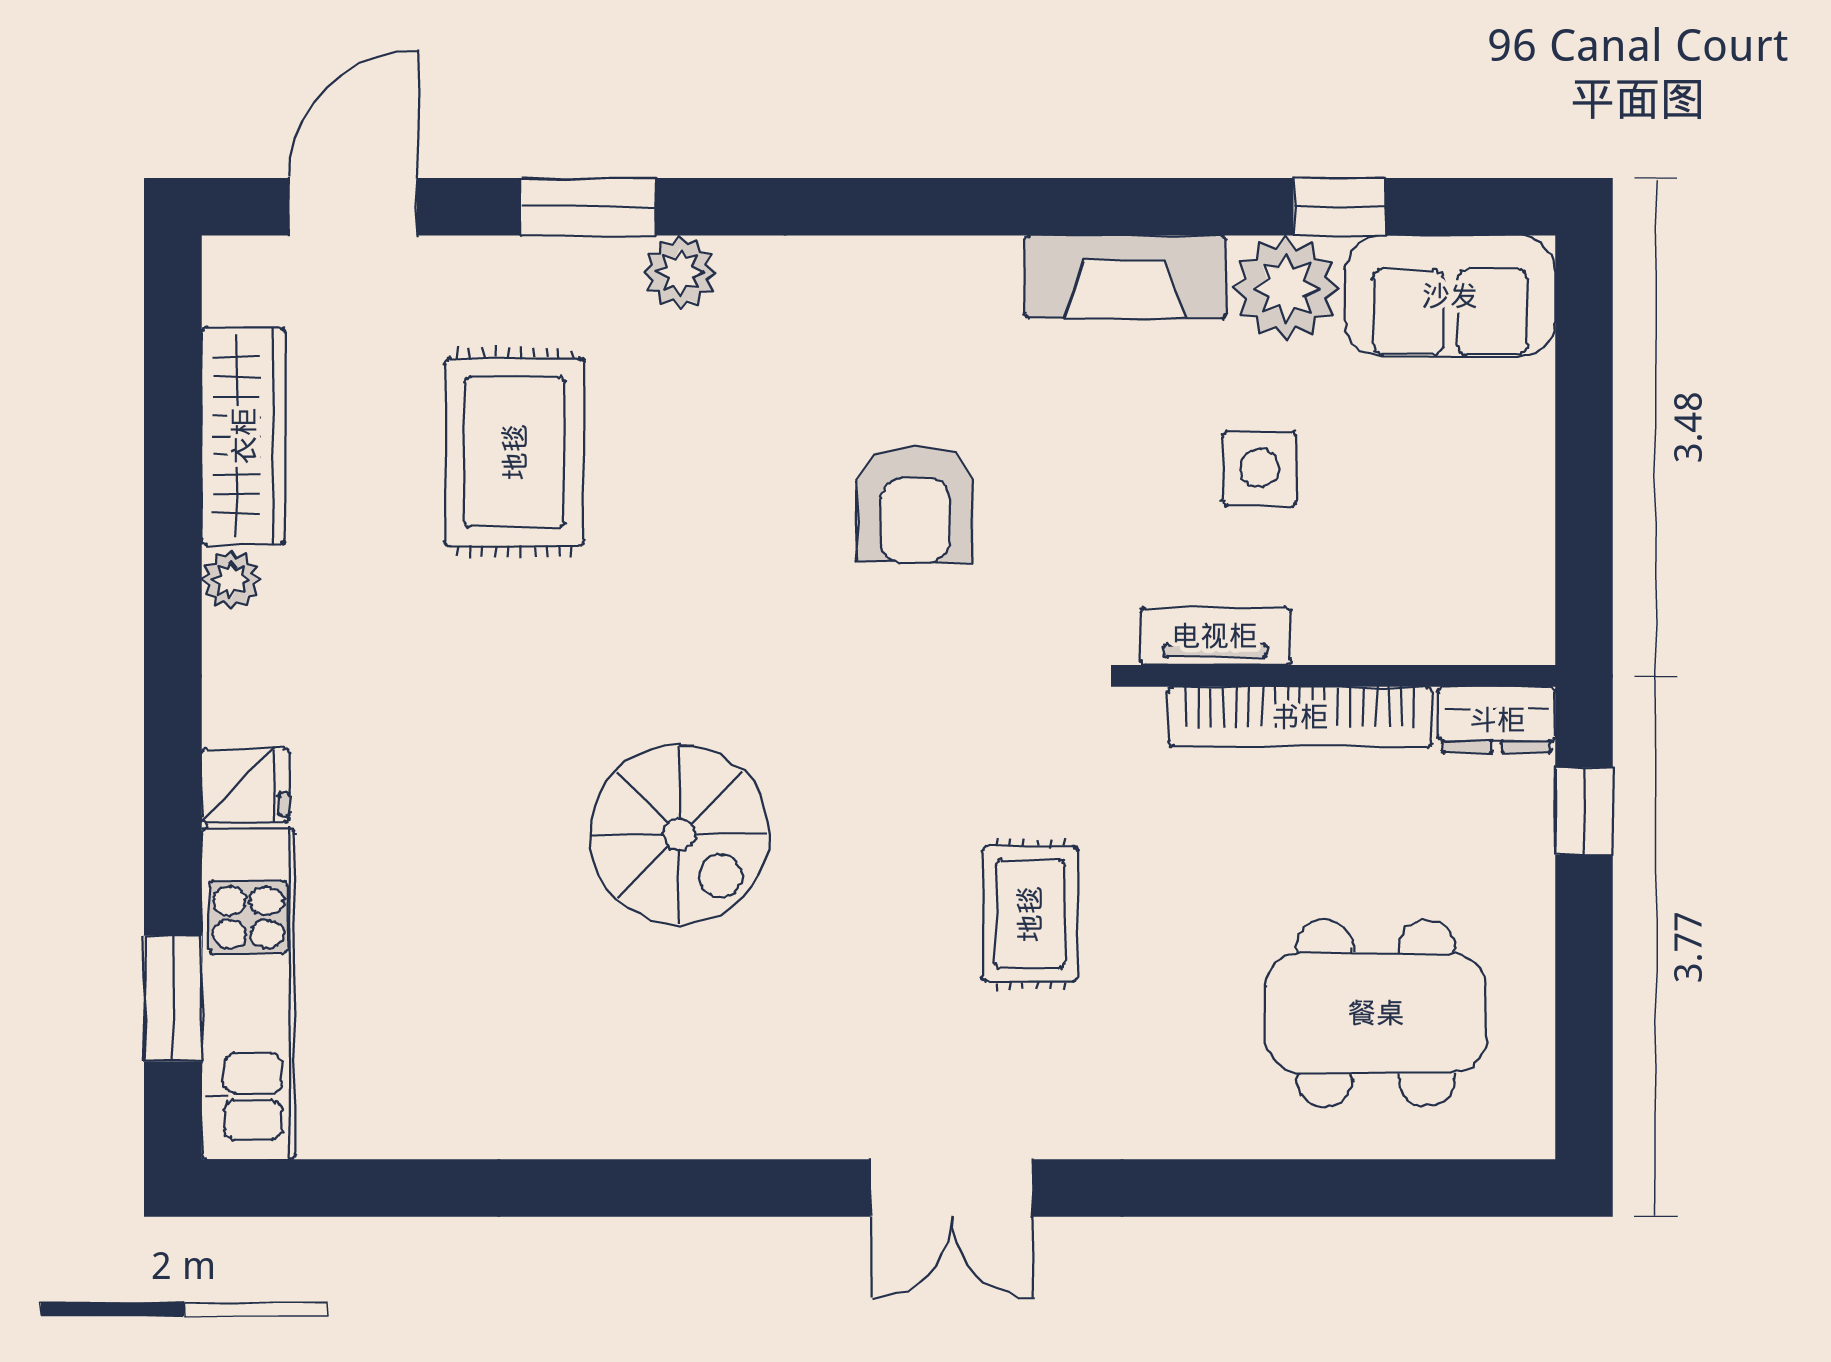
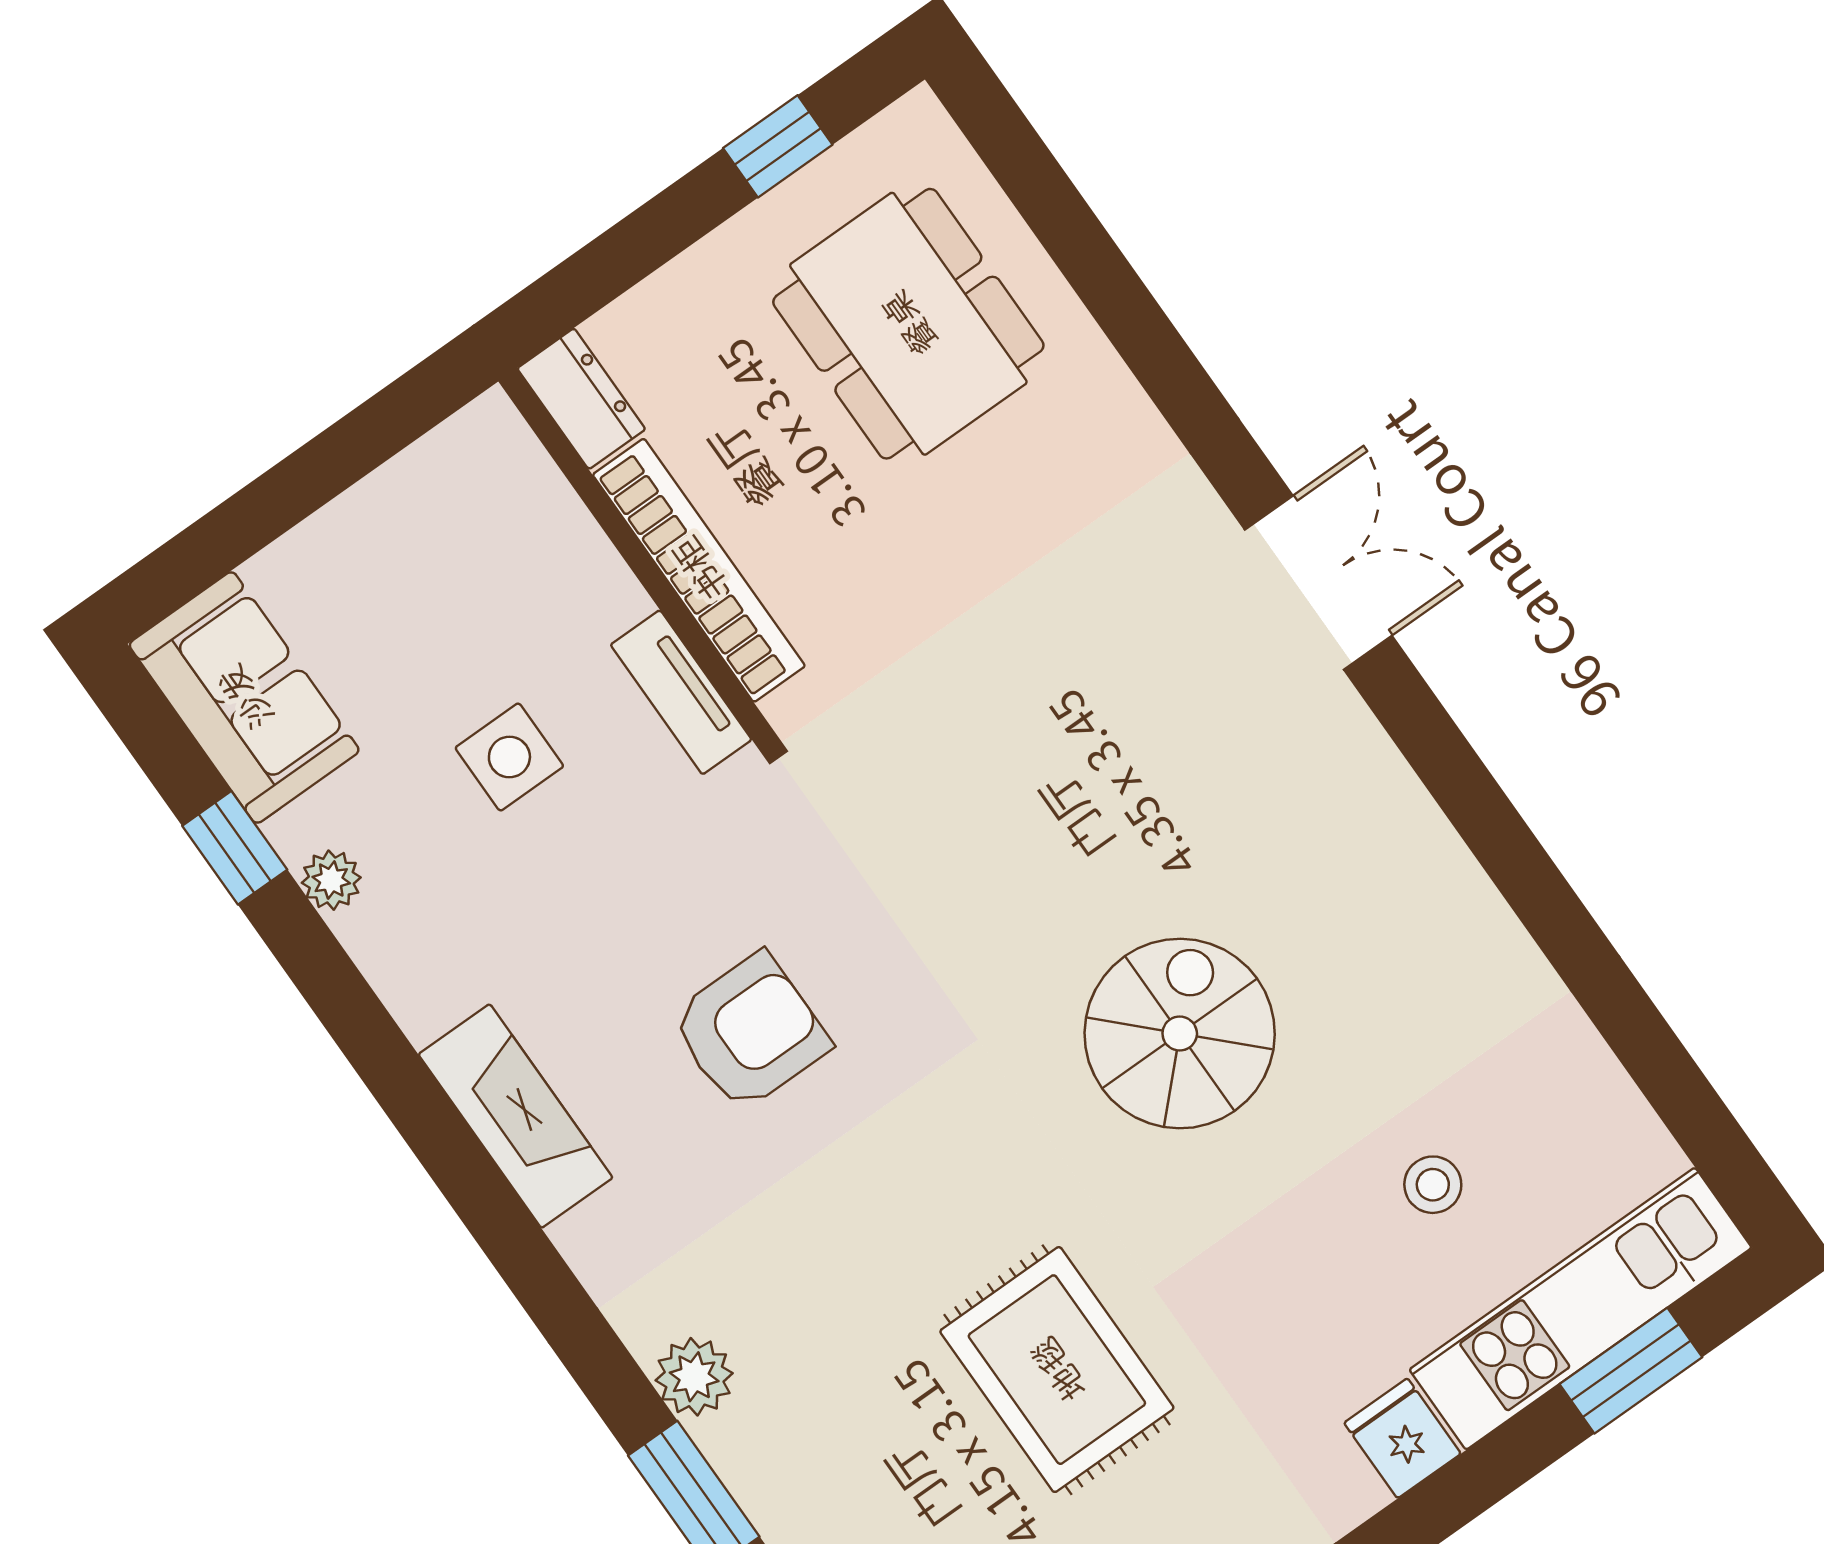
fireplace: (1125, 277) -> (516, 1116), moved
plant: (1286, 288) -> (331, 880), width x0.53, depth x0.53
rug: (515, 452) -> (1057, 1370), moved, turned 90
window: (1584, 811) -> (778, 146), moved
rug: (1030, 914) -> (1034, 682), removed
stool: (425, 947) -> (1433, 1185), added

